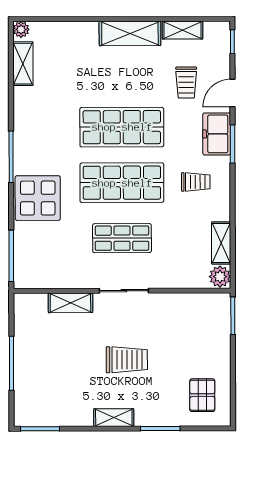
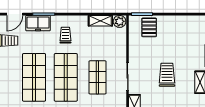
door: (232, 93) -> (15, 14), hinge flipped
pallet: (202, 395) -> (149, 27), moved, turned 90

